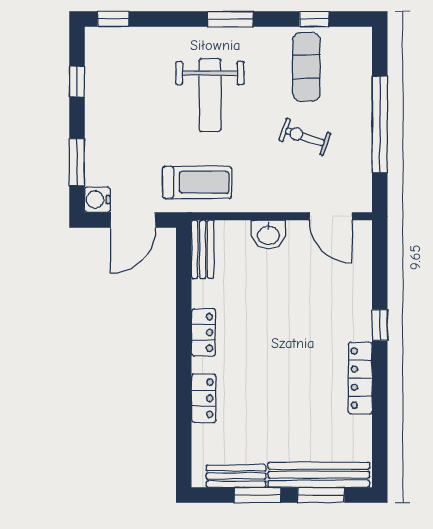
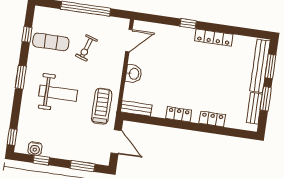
water cooler: (97, 200) -> (35, 149), moved

